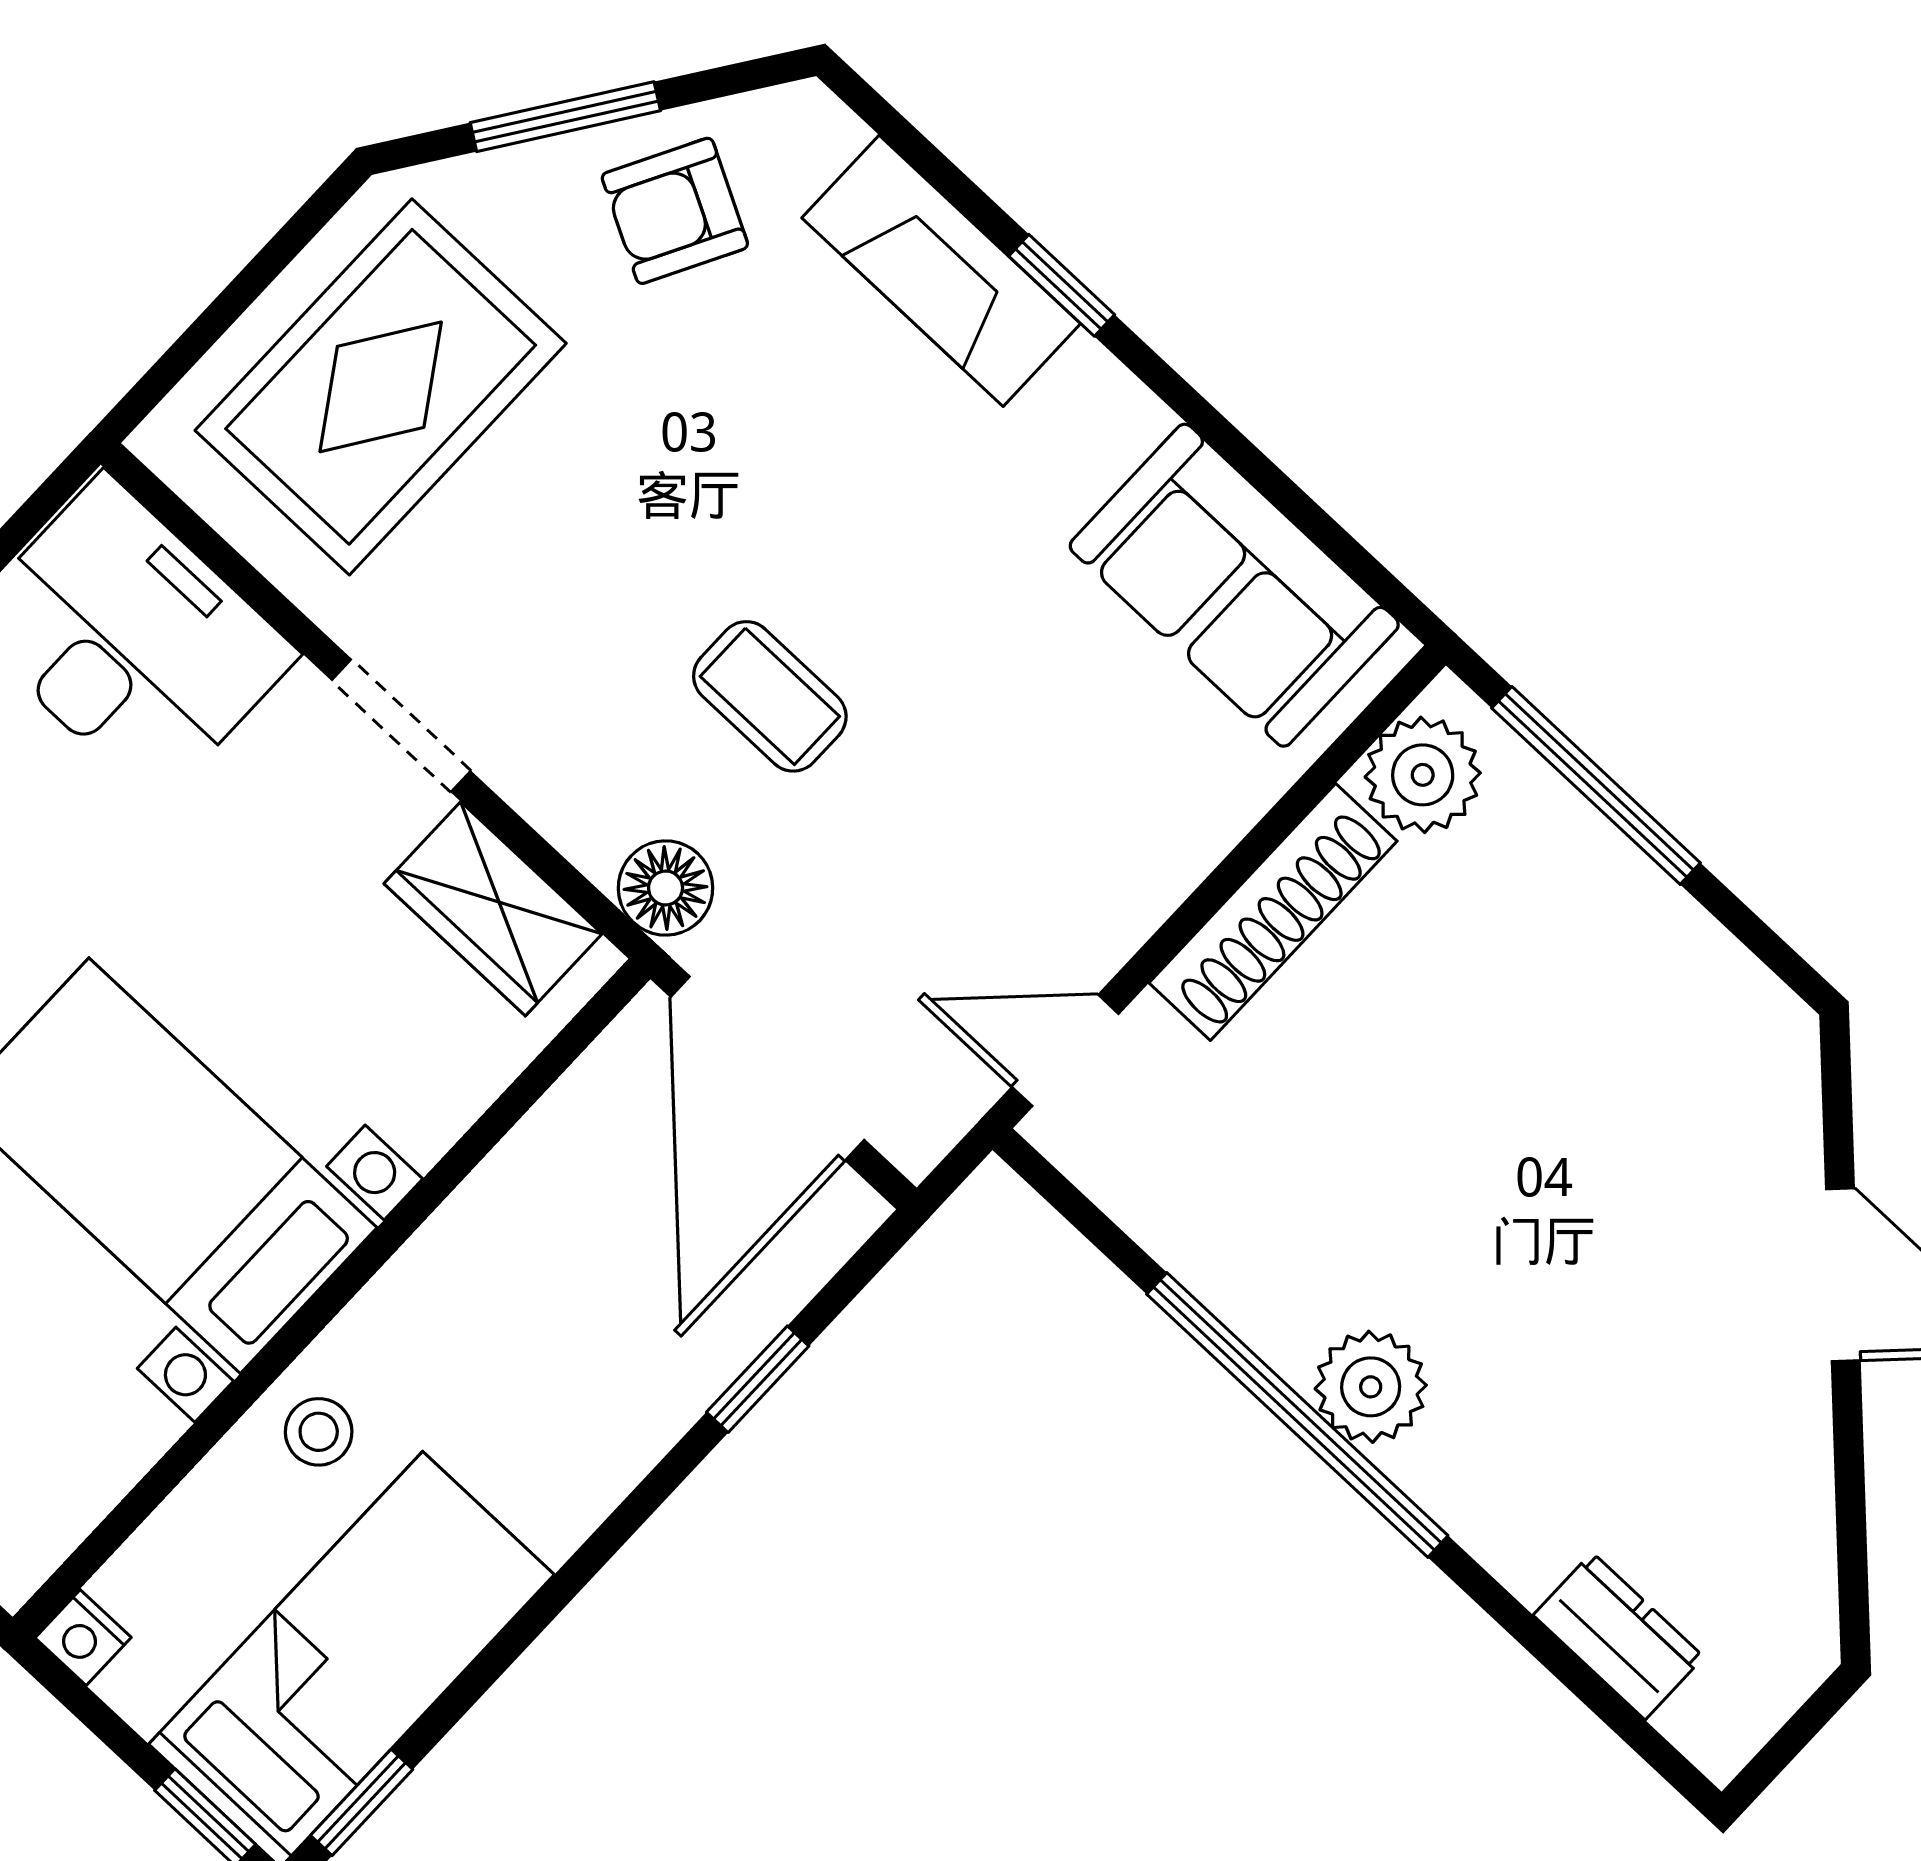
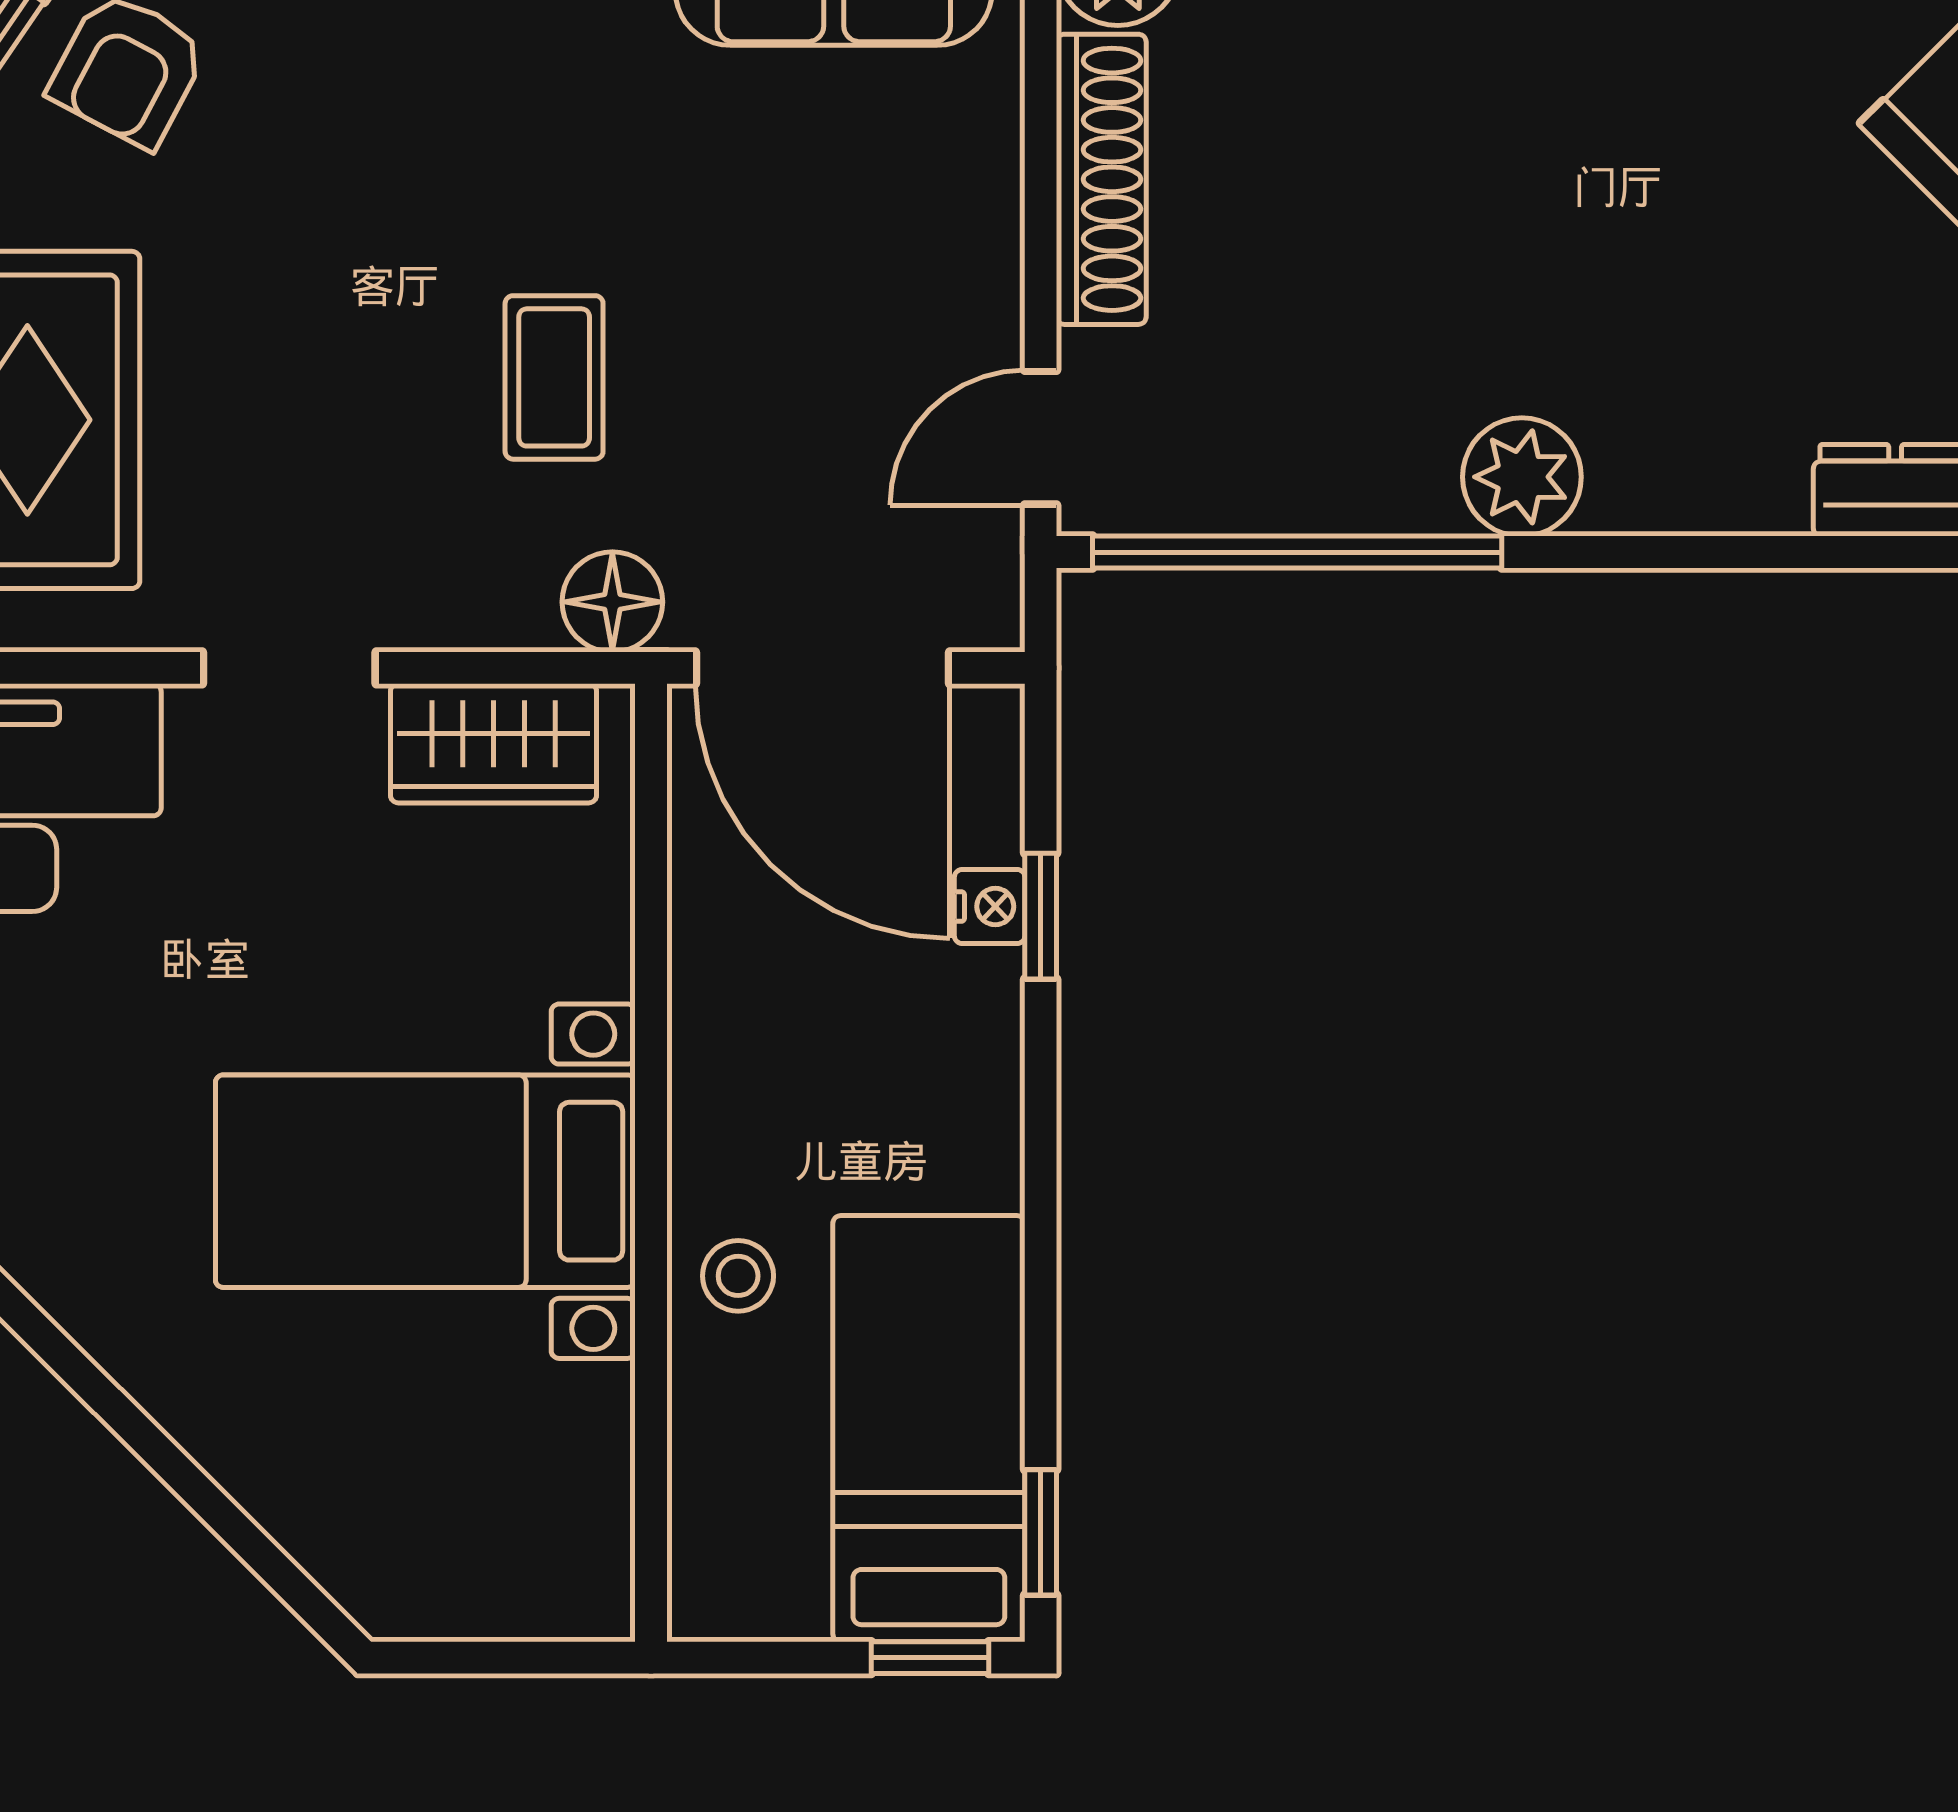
coffee table: (770, 696) -> (554, 377), turned 90
window: (1297, 1415) -> (1297, 552), moved
nightstand: (83, 1638) -> (990, 907), moved, turned -90

